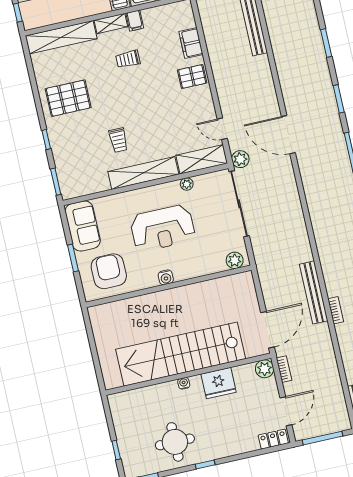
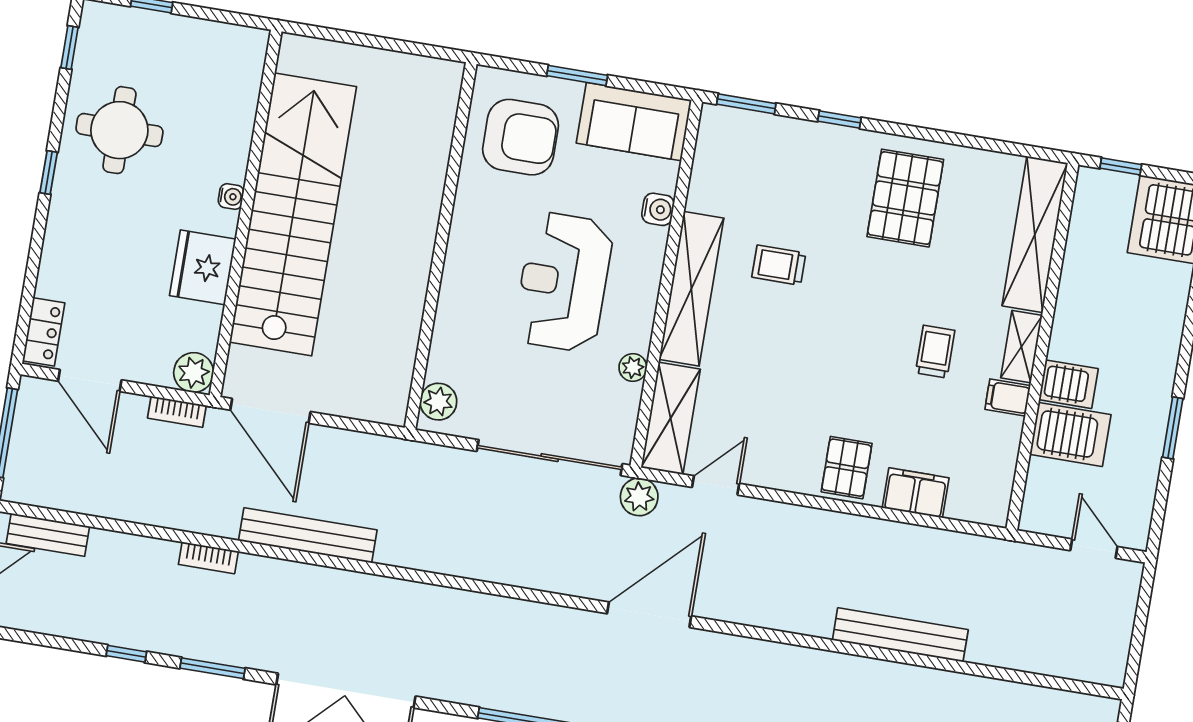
water cooler: (166, 277) -> (658, 209), moved, turned 180
bookcase: (336, 310) -> (208, 558), moved

